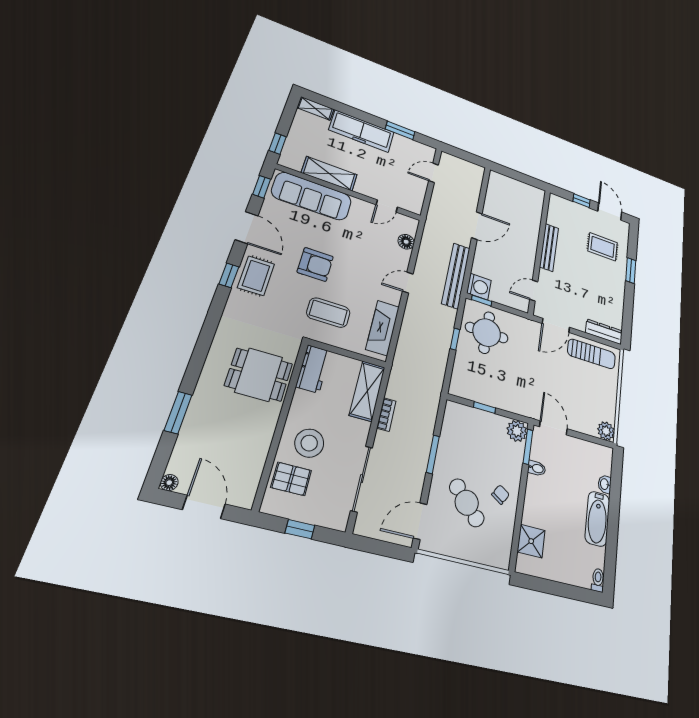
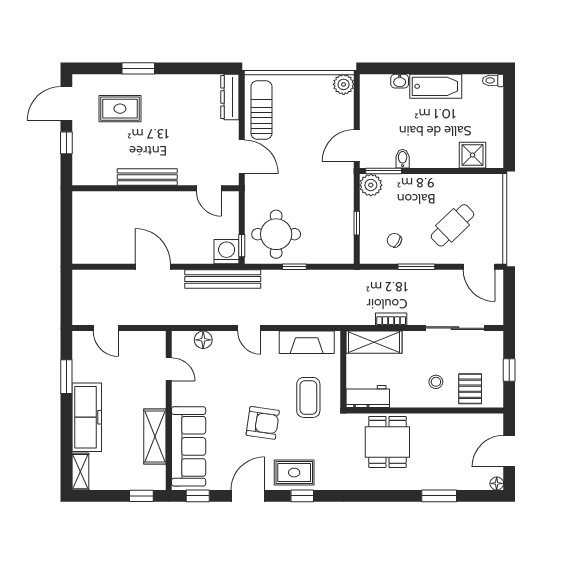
rug: (603, 247) -> (120, 109), turned 90
armchair: (315, 264) -> (263, 423), turned 98
stool: (309, 443) -> (436, 382), width x0.53, depth x0.53
chair: (501, 495) -> (394, 240), moved

